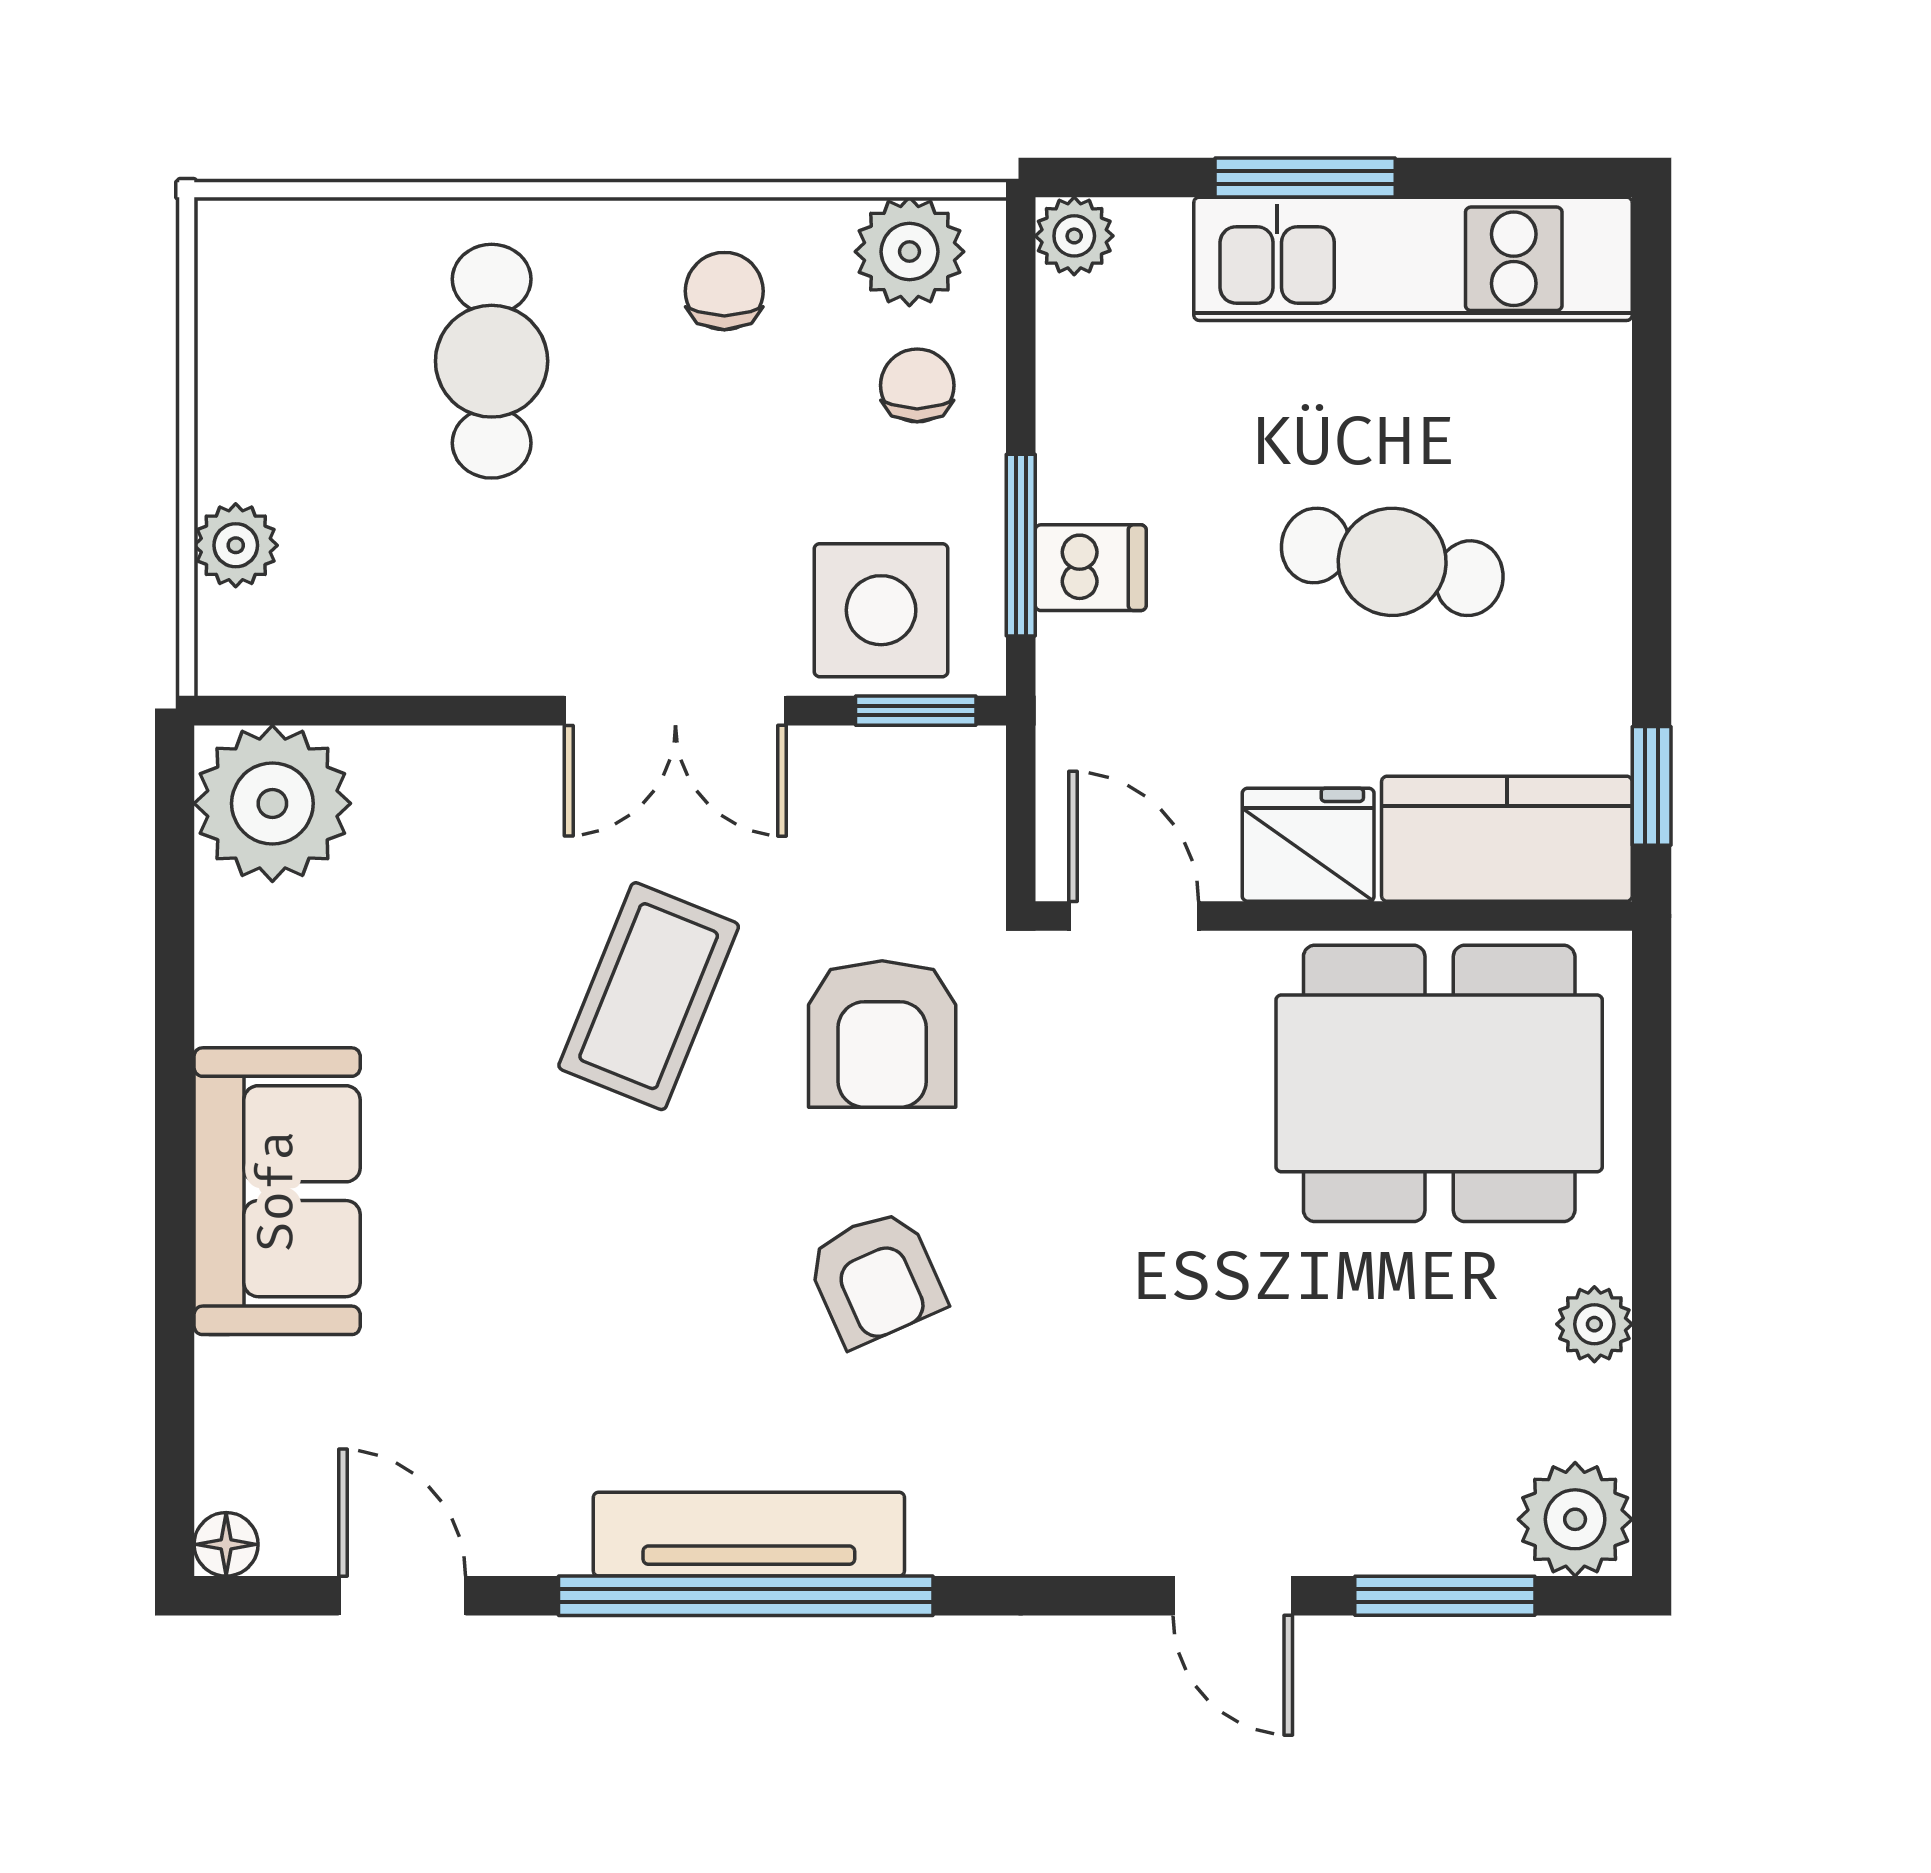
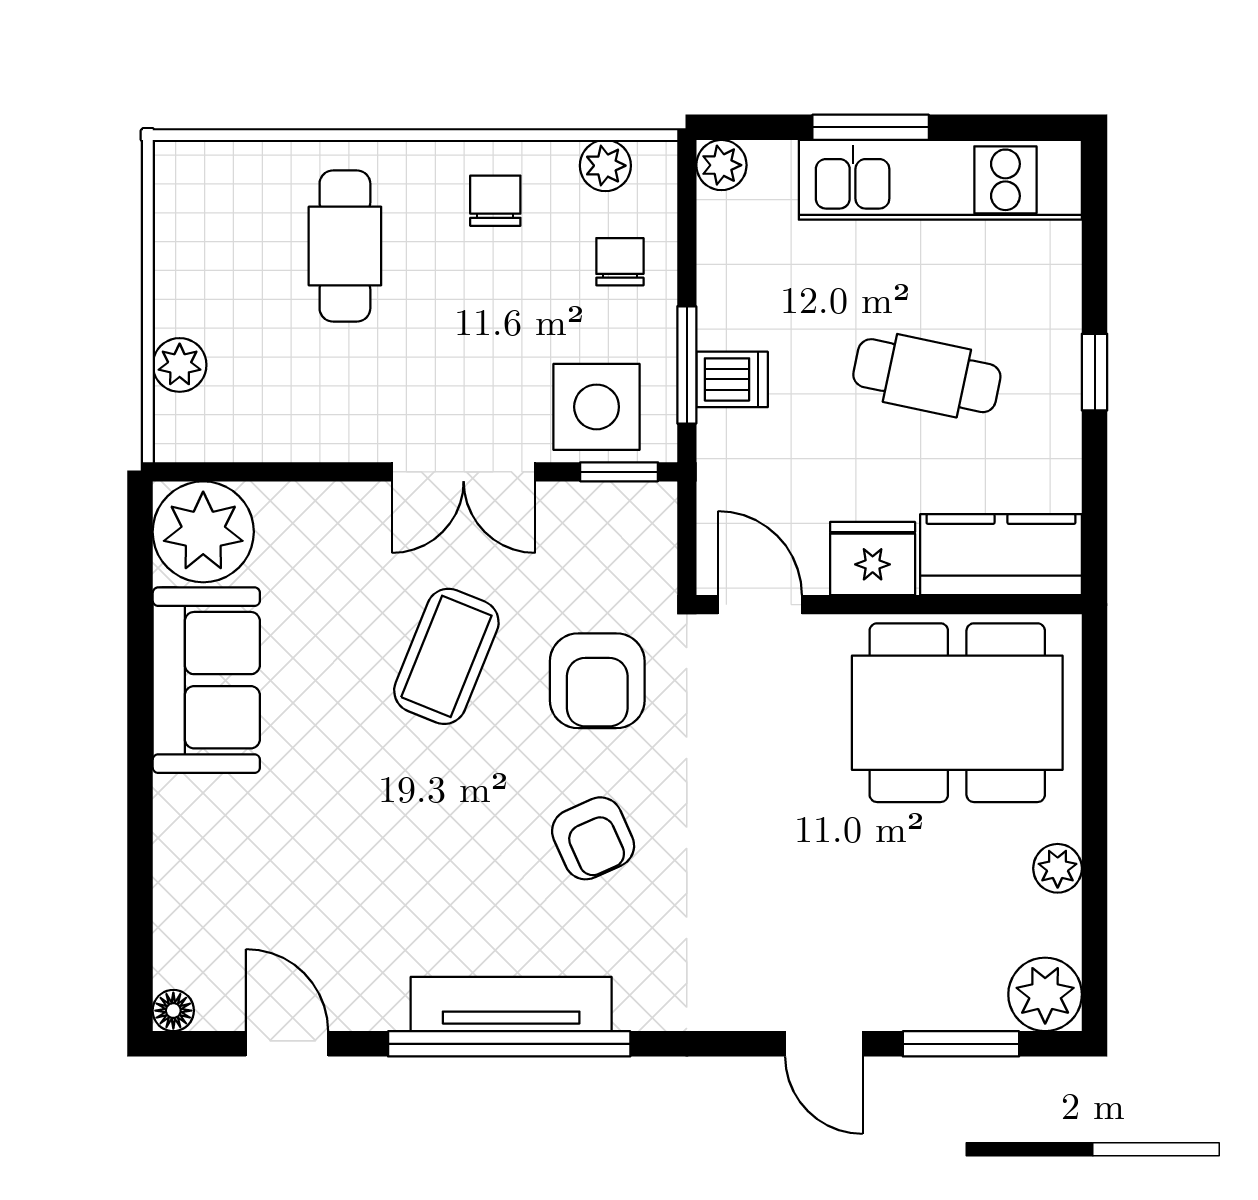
plant: (909, 252) -> (605, 166), width x0.73, depth x0.73
window: (1652, 786) -> (1095, 372), moved
sofa: (277, 1191) -> (206, 680), moved

